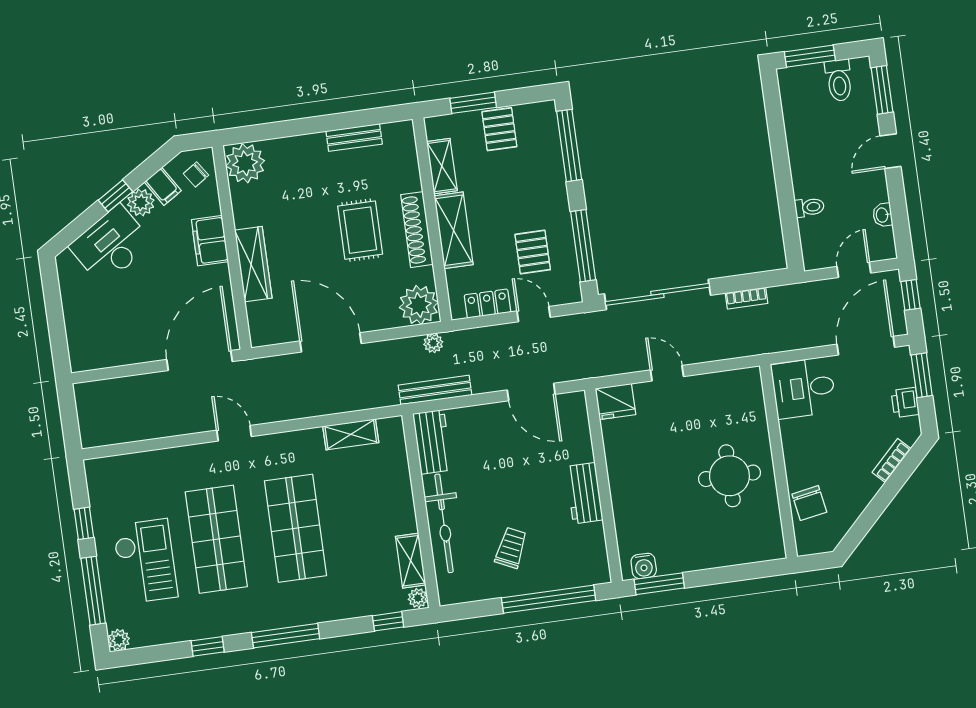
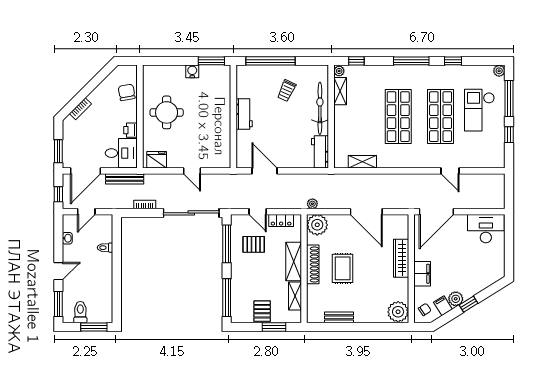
desk: (111, 245) -> (486, 229), moved, turned -148
pallet: (533, 252) -> (254, 244), turned 90
bench: (435, 390) -> (125, 179), moved
fridge: (615, 401) -> (157, 160), moved
printer: (905, 403) -> (130, 130), moved, turned 180
door: (234, 433) -> (450, 171), moved
water cooler: (644, 566) -> (192, 71), moved

